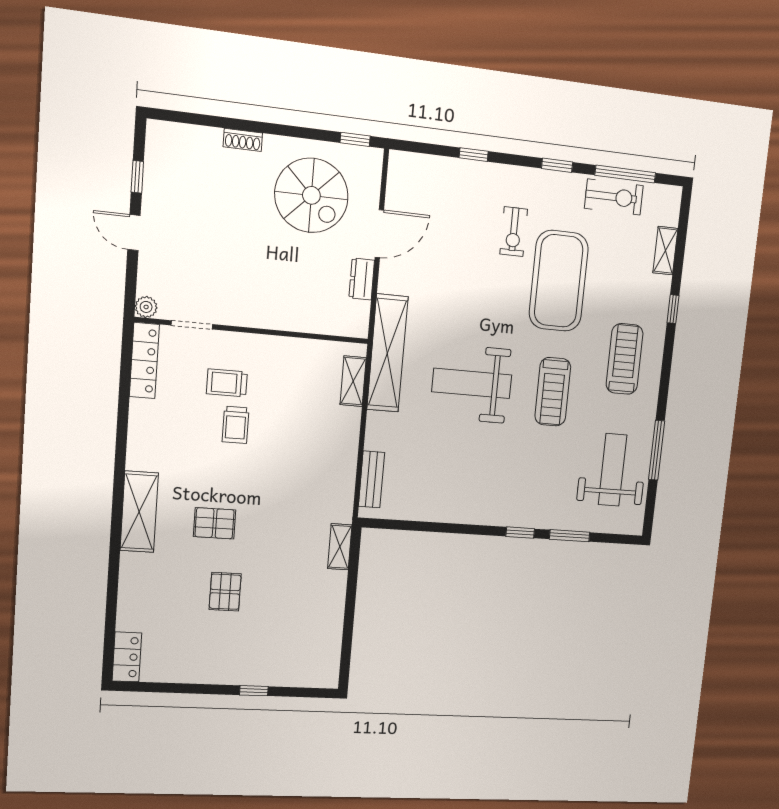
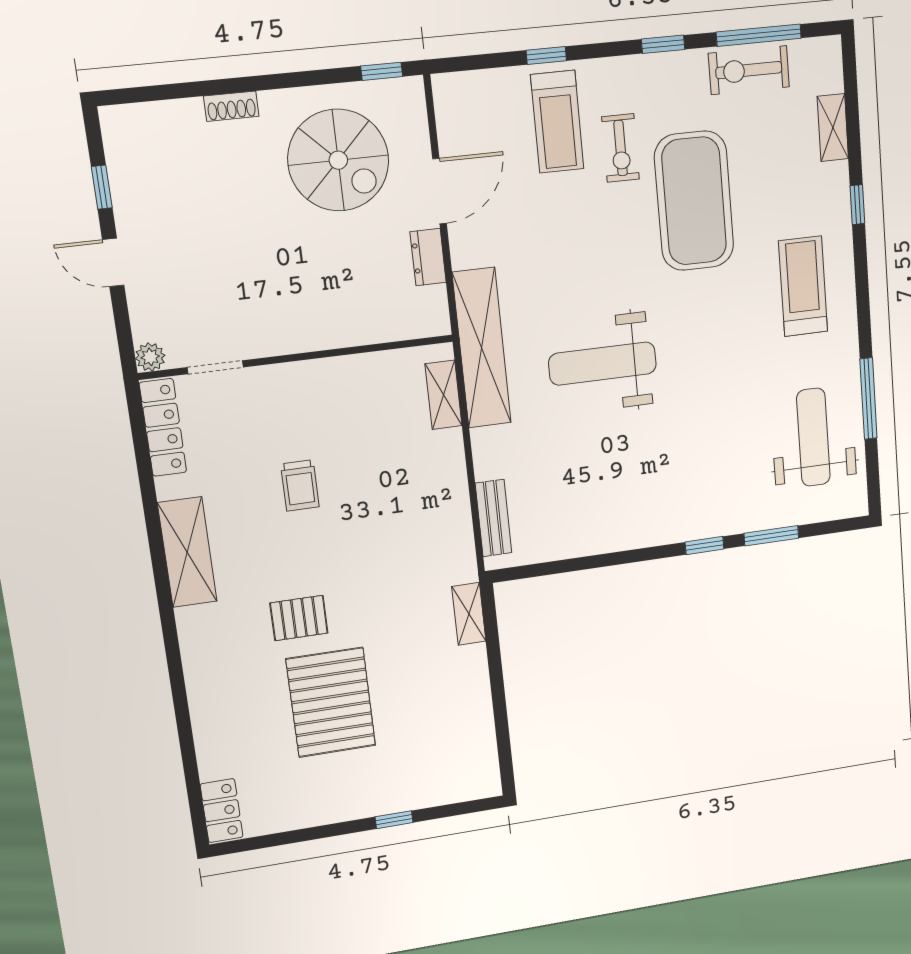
exercise bike: (614, 197) -> (749, 70), turned 180
trolley: (227, 383) -> (277, 433), removed
treadmill: (553, 392) -> (557, 122), moved
shelving: (139, 512) -> (187, 552), moved
pallet: (225, 592) -> (331, 702), width x2.05, depth x2.00

